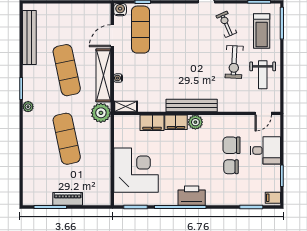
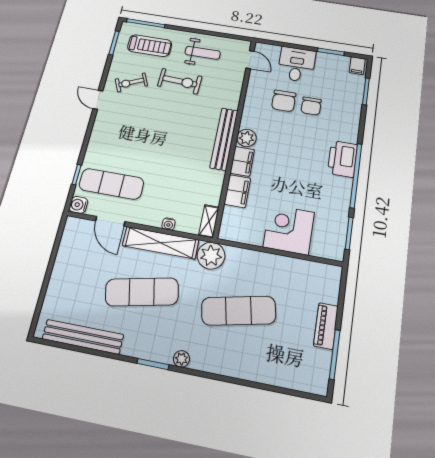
corner desk: (136, 170) -> (289, 230), width x0.74, depth x0.74

